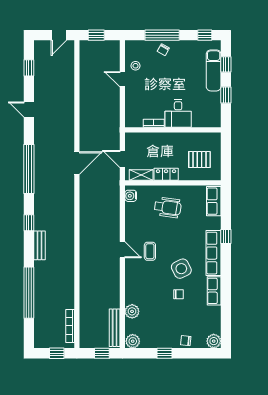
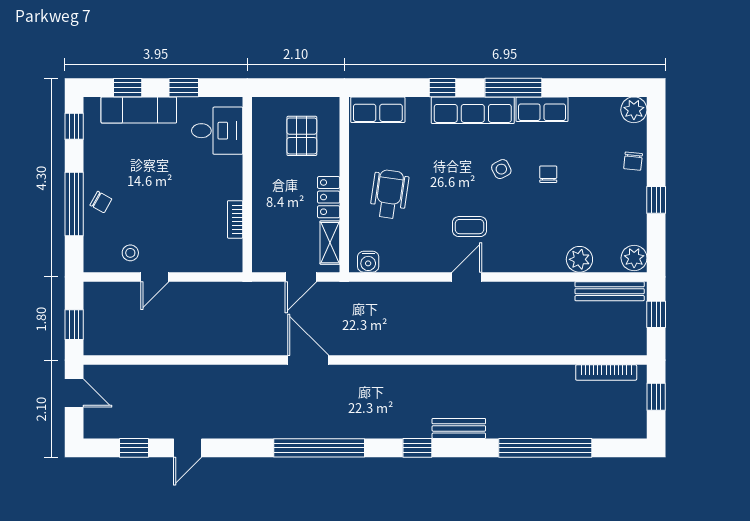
door: (29, 110) -> (188, 448), moved
desk: (178, 113) -> (217, 131), moved
side table: (181, 269) -> (501, 169), width x0.54, depth x0.54
window: (226, 275) -> (513, 88), added

